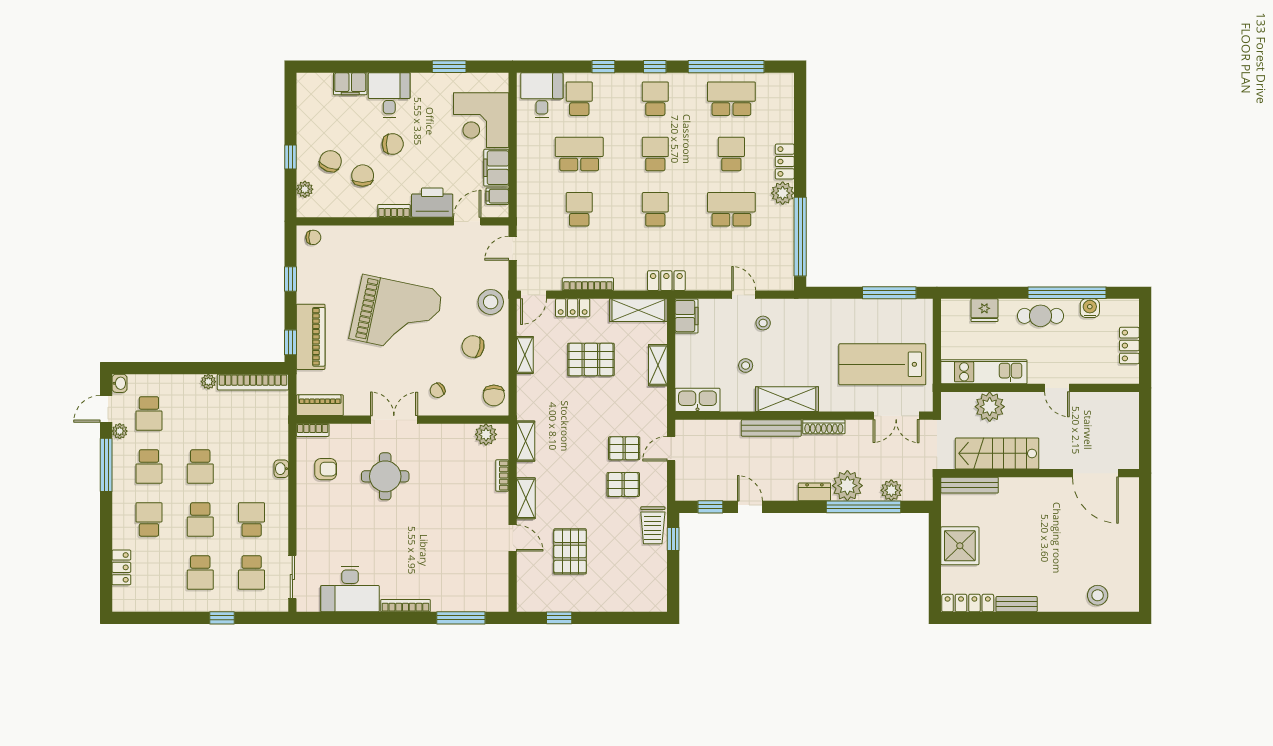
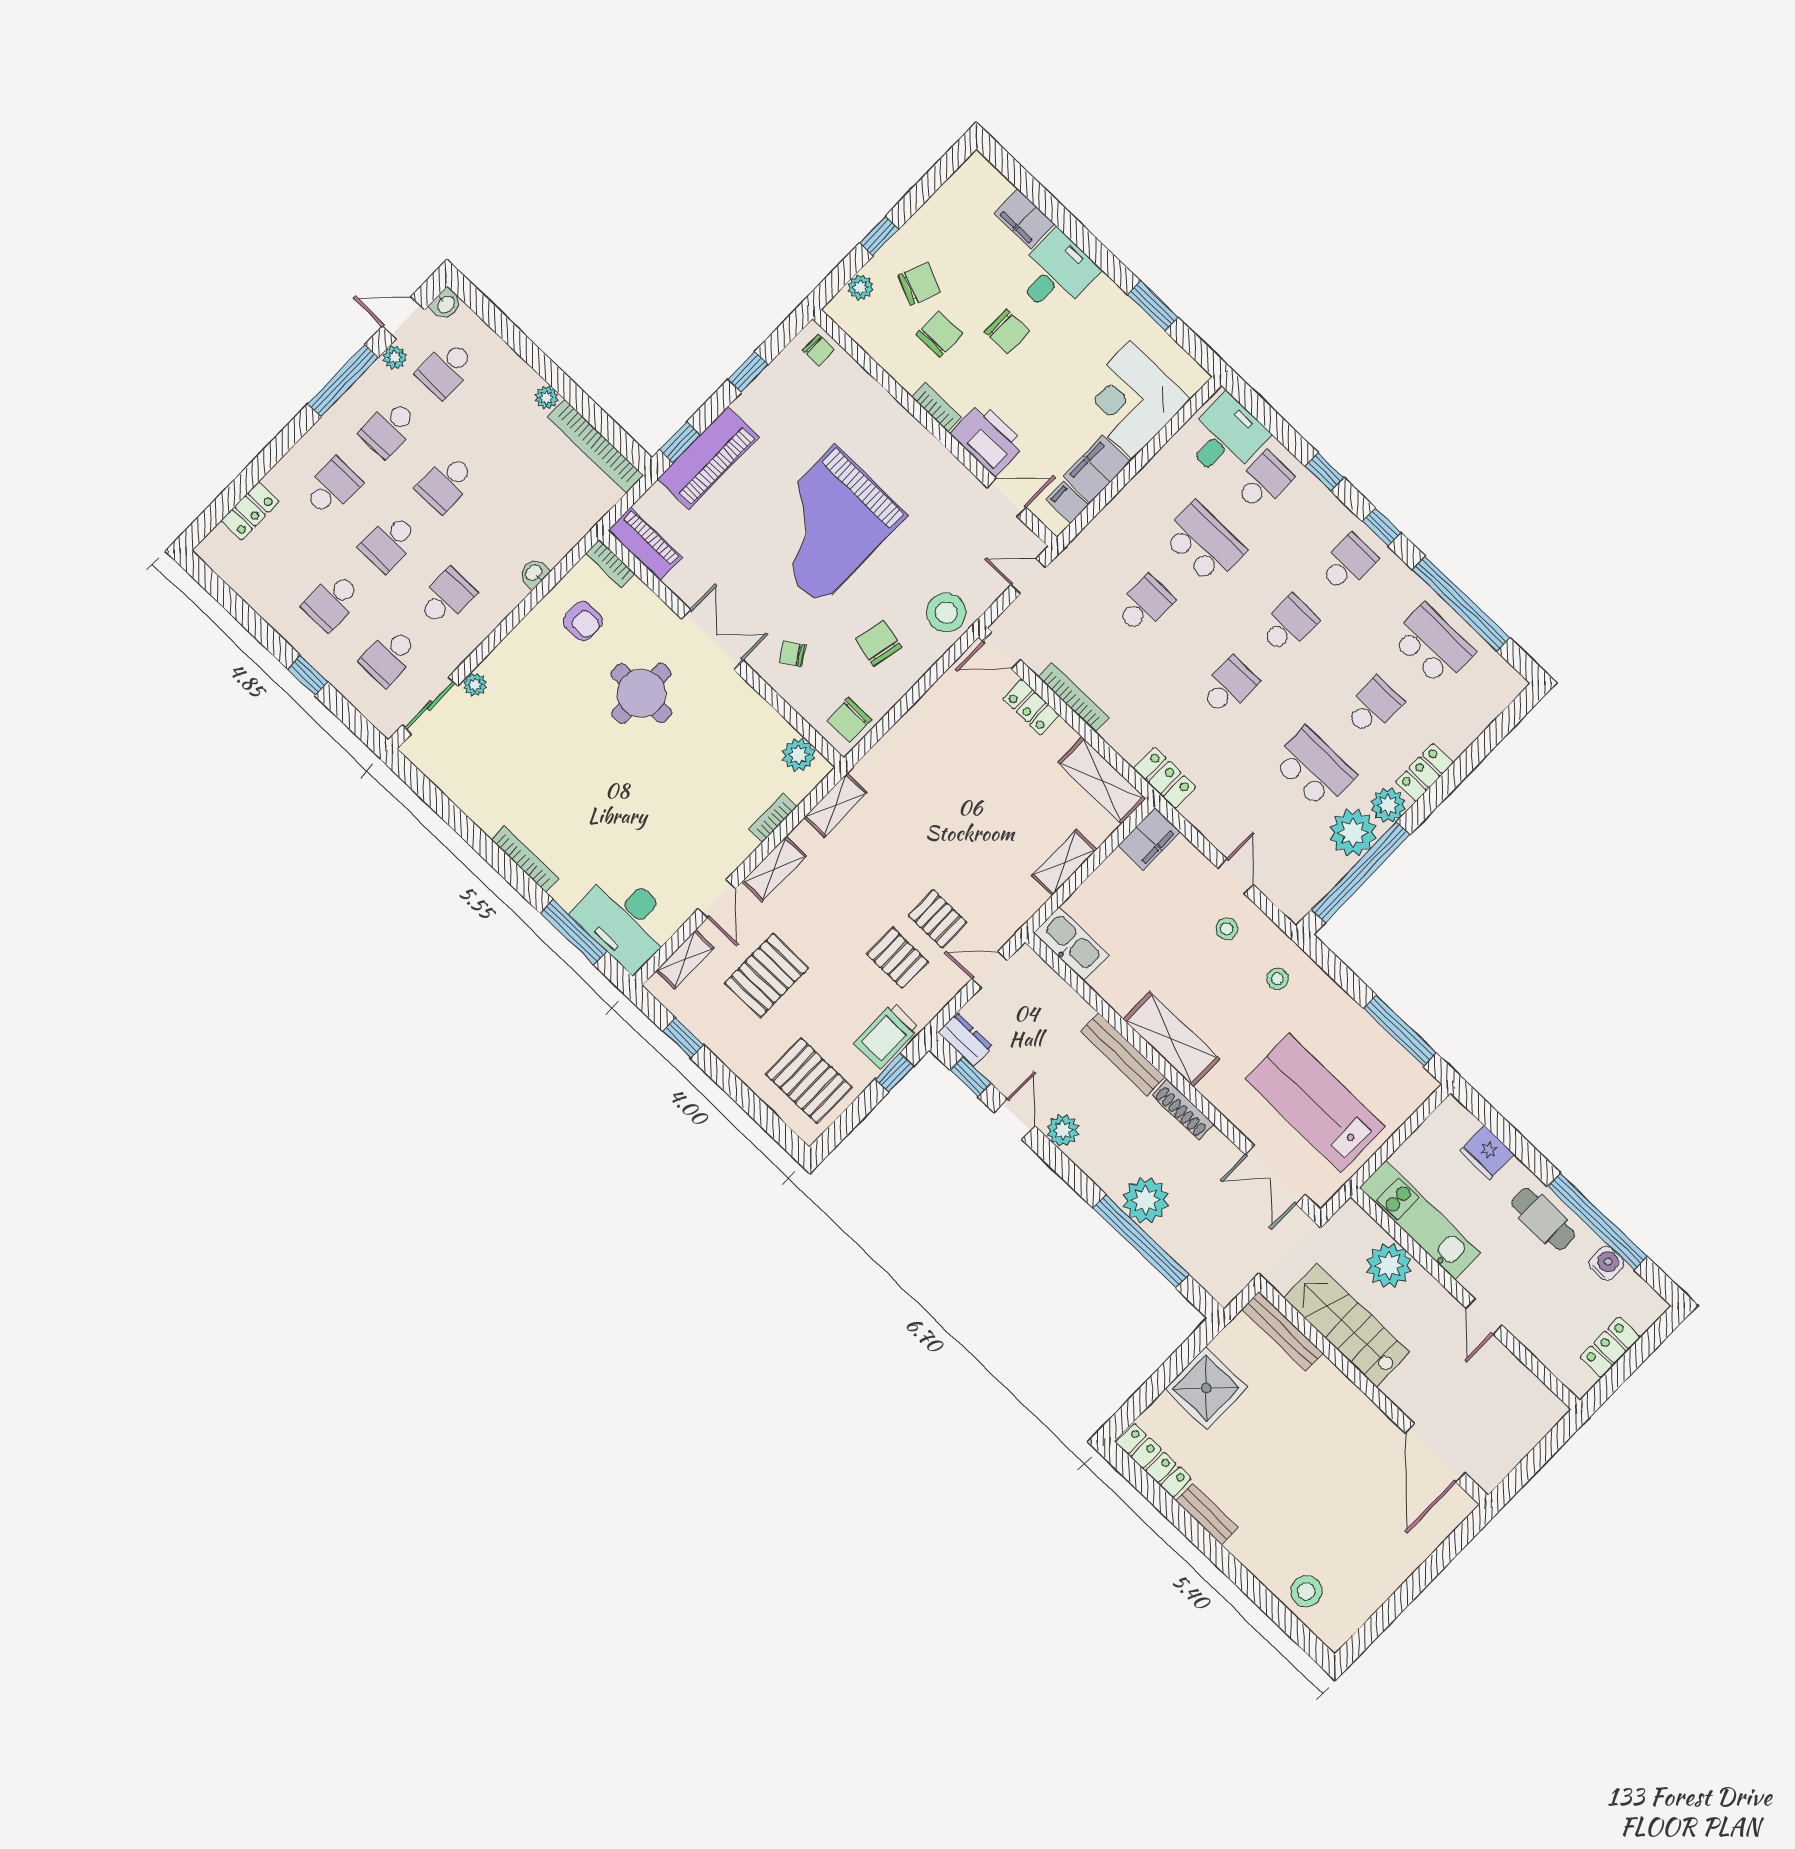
plant: (779, 222) -> (1353, 833), added
grand piano: (396, 315) -> (827, 525), turned 78
shelving: (525, 355) -> (685, 959), moved
pallet: (591, 359) -> (809, 1081), moved
stool: (746, 365) -> (1278, 979), moved
plant: (891, 490) -> (1063, 1130), moved
dresser: (814, 492) -> (965, 1039), moved
plant: (304, 547) -> (475, 685), added
desk: (350, 589) -> (625, 920), moved

